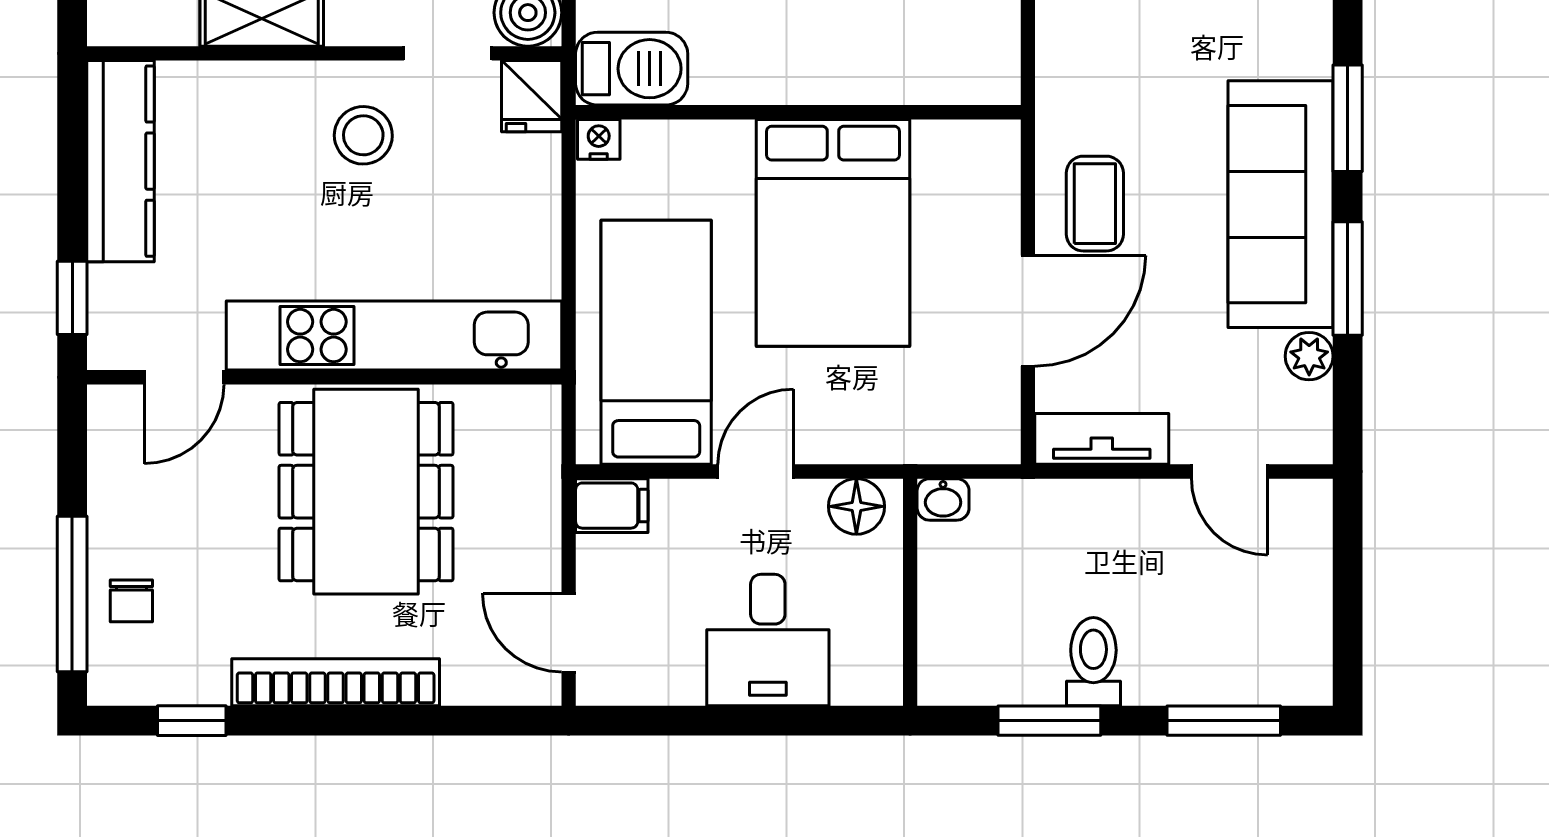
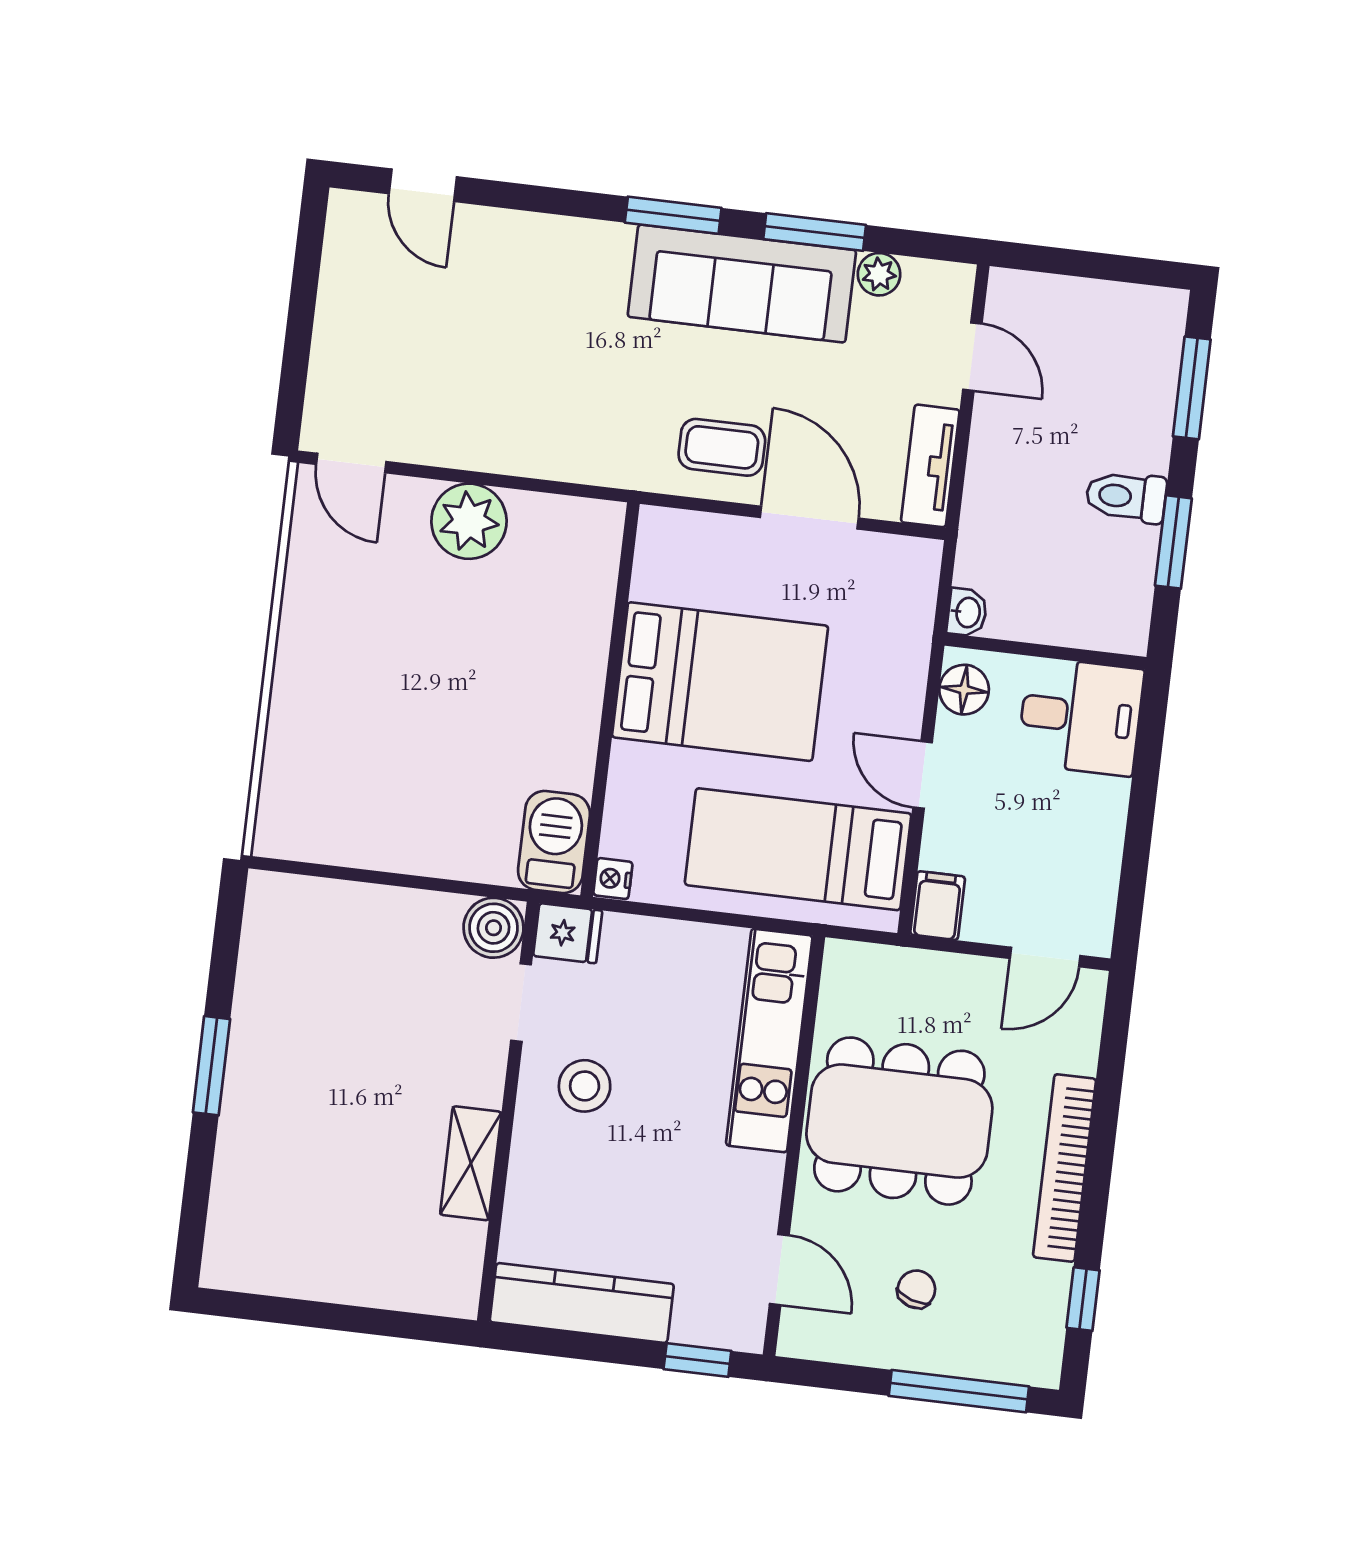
kitchen unit: (394, 336) -> (769, 1040), width x0.73
door: (1229, 471) -> (972, 357), hinge flipped
chair: (131, 601) -> (916, 1289), moved, turned -72
desk: (768, 640) -> (1080, 716), moved

